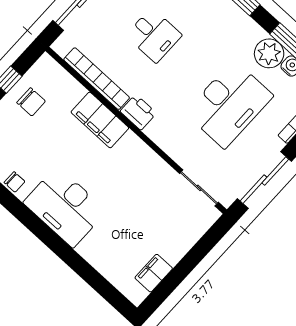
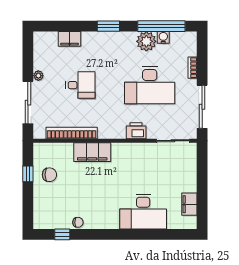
desk: (229, 104) -> (150, 85), turned 90
printer: (138, 112) -> (136, 131), moved
desk: (65, 207) -> (143, 212), moved

